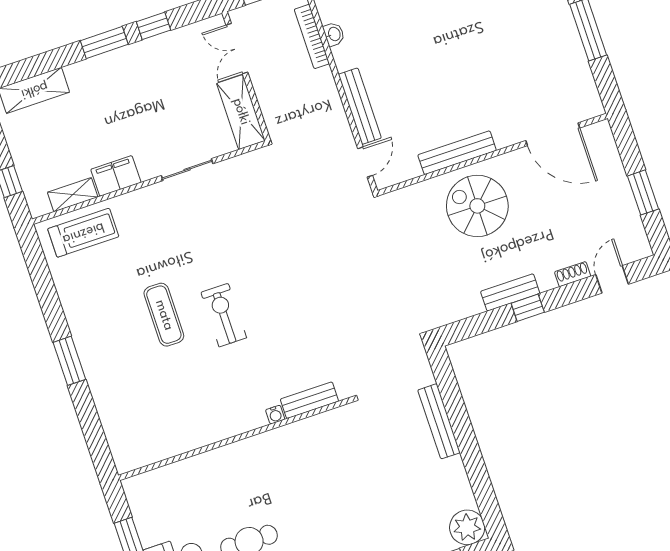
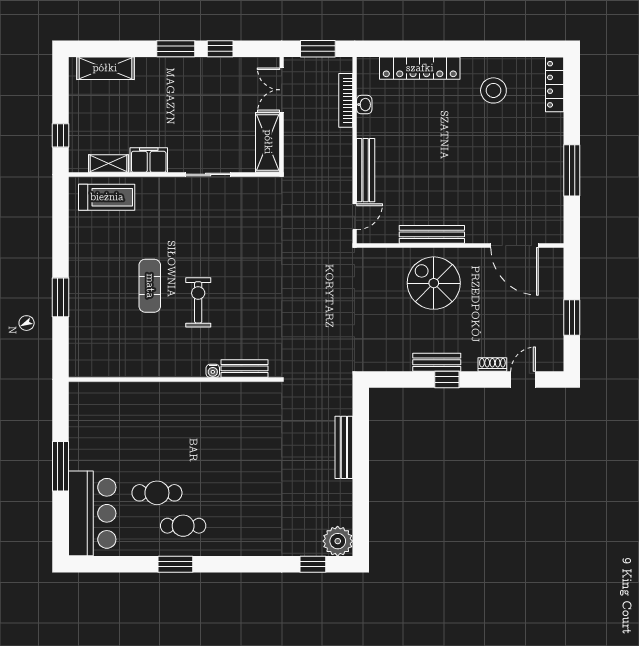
bench: (309, 400) -> (244, 368), moved
water cooler: (275, 415) -> (213, 371), moved
wall: (236, 439) -> (174, 379), moved

